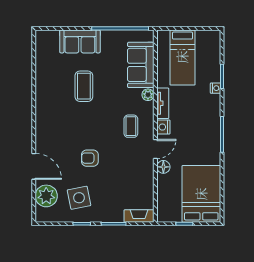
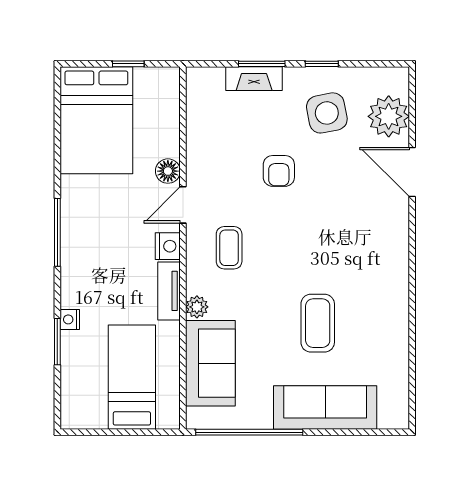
sofa: (80, 41) -> (325, 407), width x1.36
armchair: (90, 158) -> (279, 171), moved, turned 90
fireplace: (139, 216) -> (254, 79), moved

